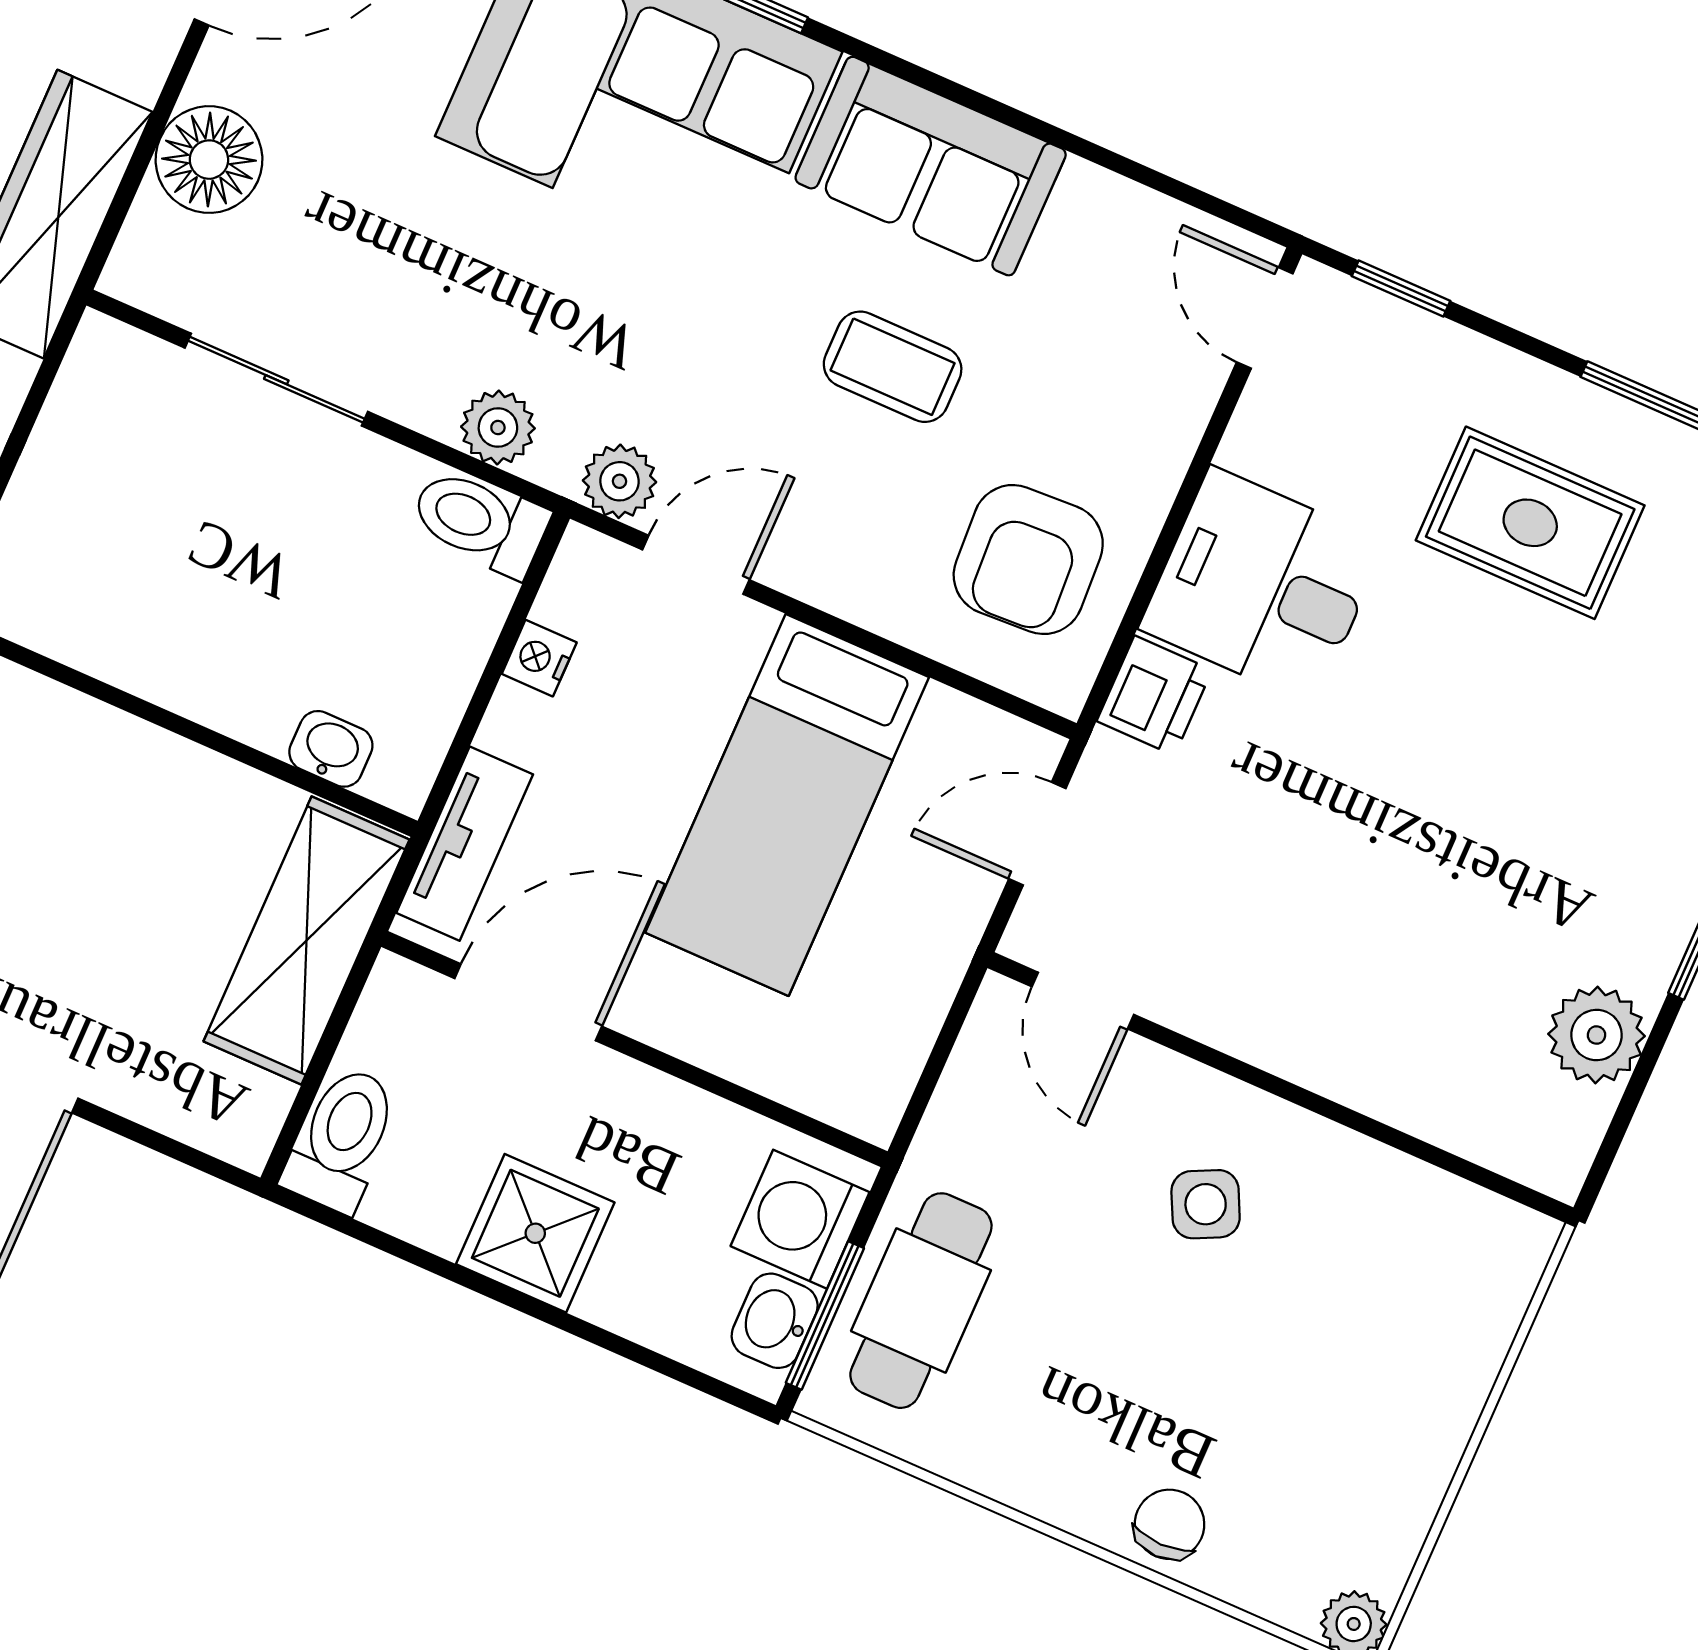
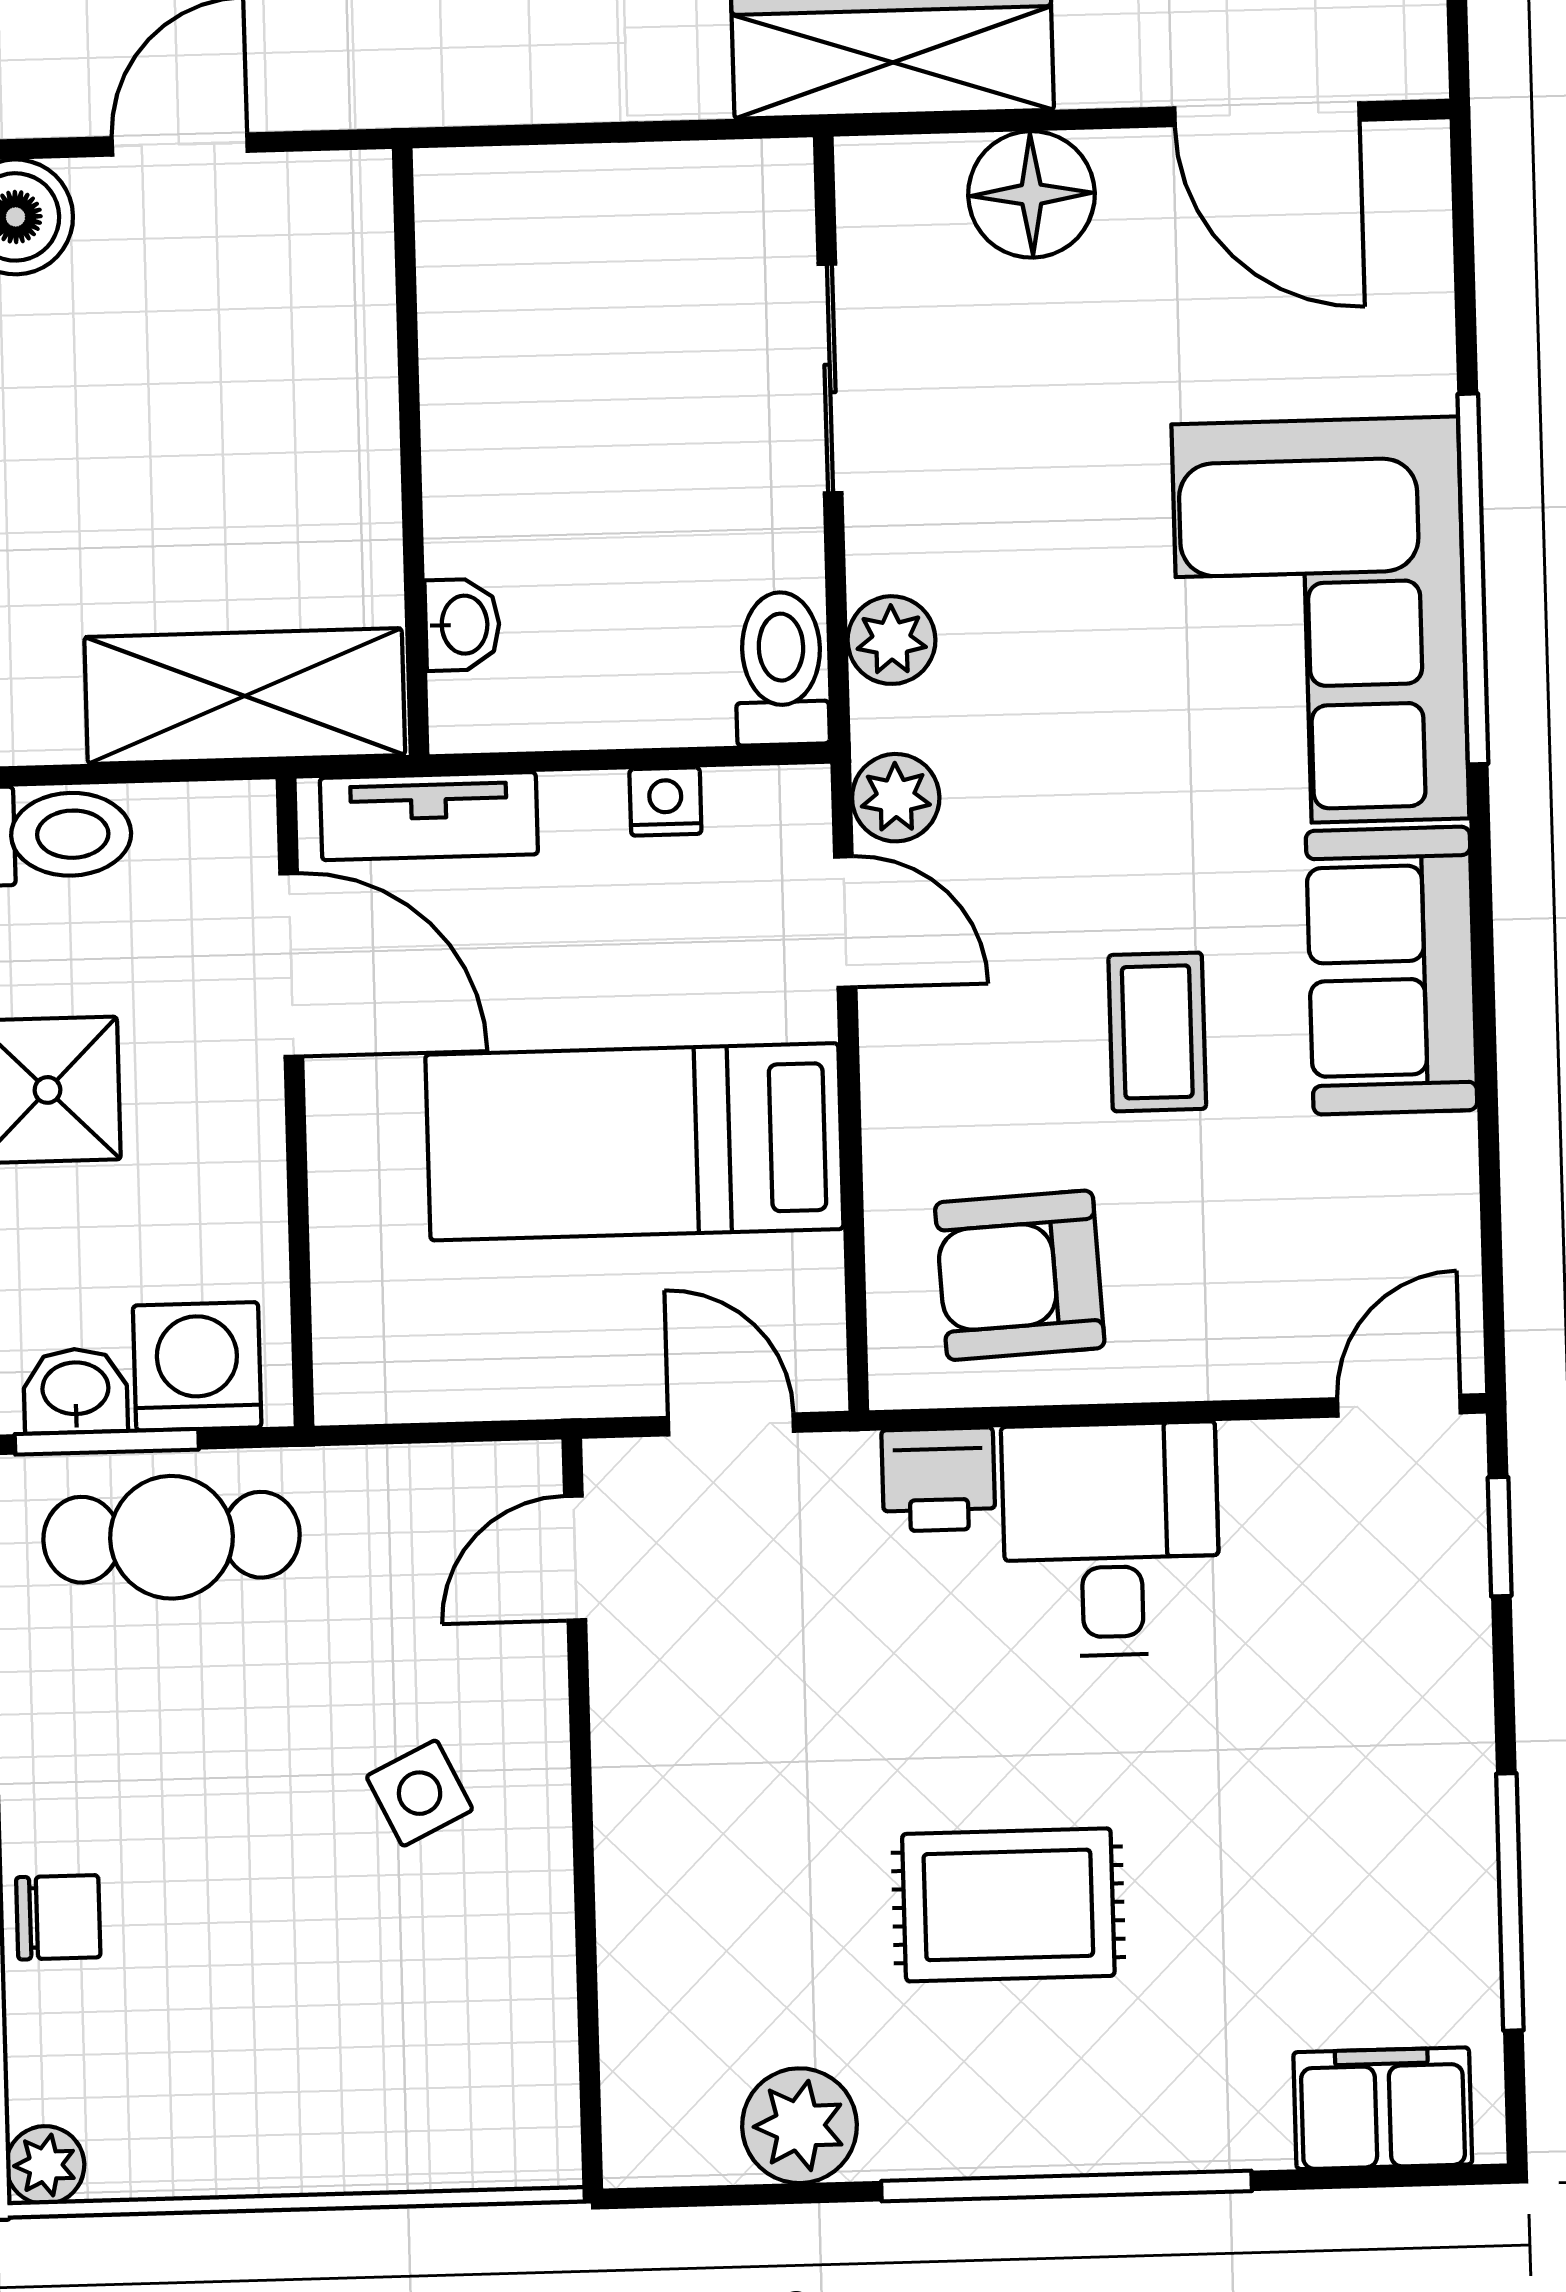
rug: (1530, 523) -> (1008, 1905), moved, turned 90

